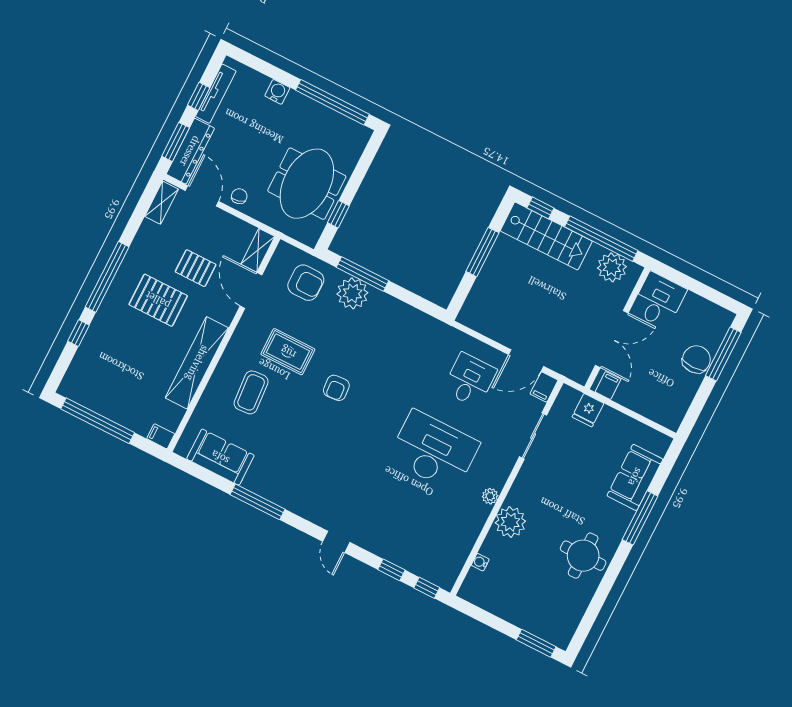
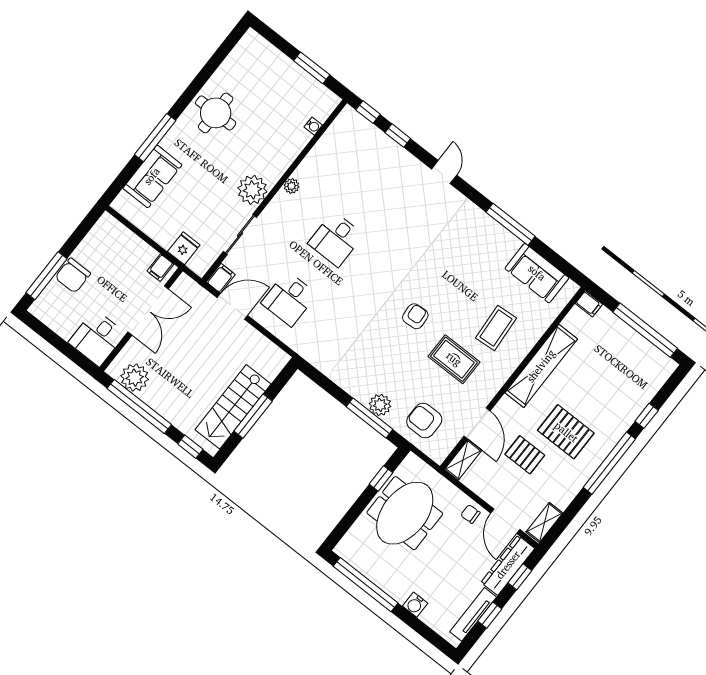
window: (176, 142) -> (520, 577), width x0.67
chair: (239, 196) -> (470, 514), turned 103
stairs: (546, 236) -> (233, 407), moved, turned -90
plant: (352, 293) -> (380, 405), width x0.73, depth x0.73
double door: (612, 339) -> (148, 310), swing flipped
desk: (434, 451) -> (336, 239), width x0.53, depth x0.77
plant: (510, 522) -> (252, 190), moved
window: (536, 643) -> (312, 68), moved

